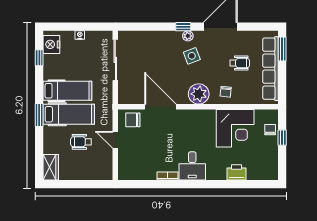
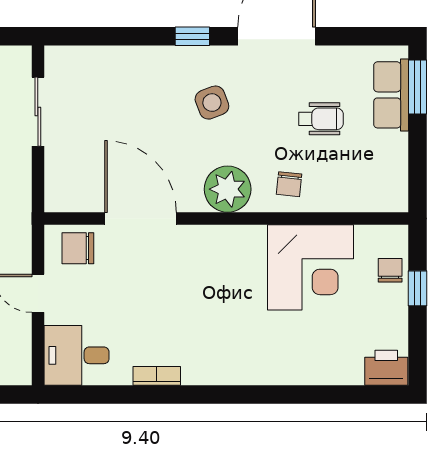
plant: (188, 36) -> (203, 57), removed
sliding door: (115, 60) -> (38, 112), width x0.73
row of seats: (271, 69) -> (391, 95), width x0.50
desk: (192, 166) -> (76, 355), moved, turned 90
printer: (236, 172) -> (386, 368), moved

